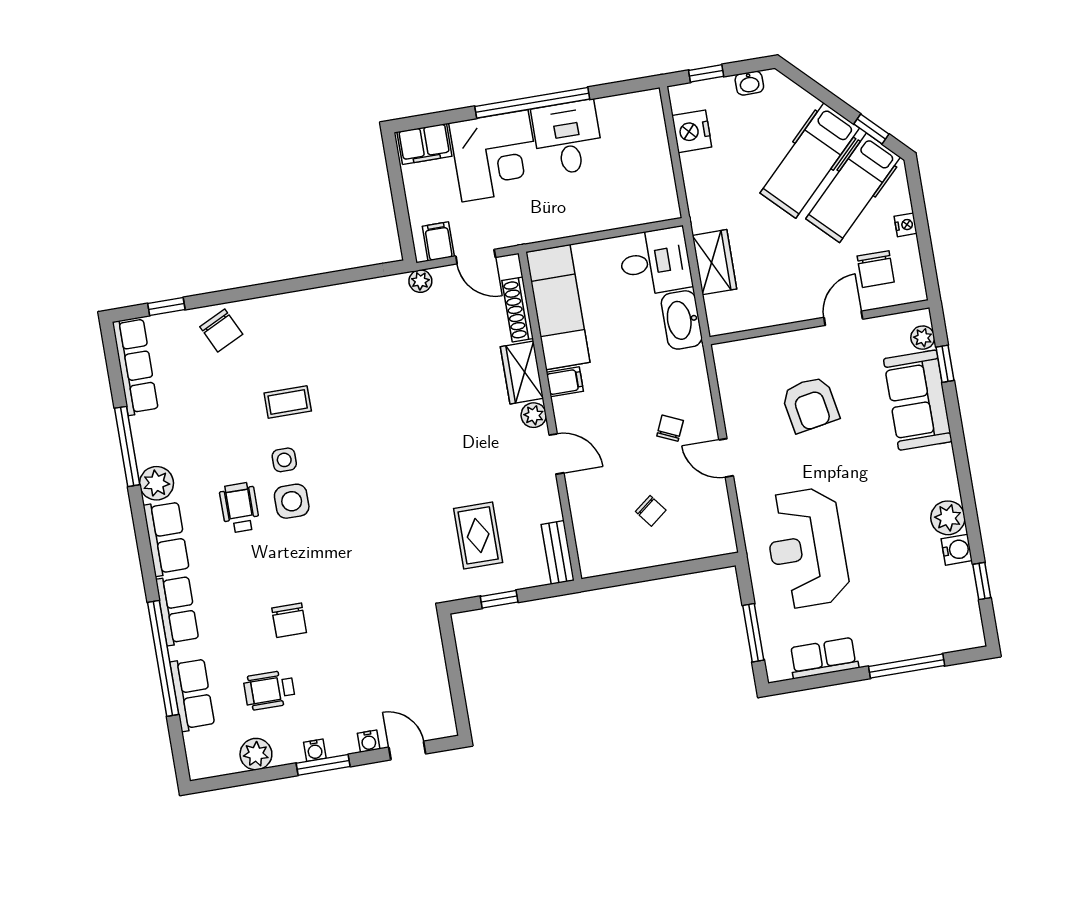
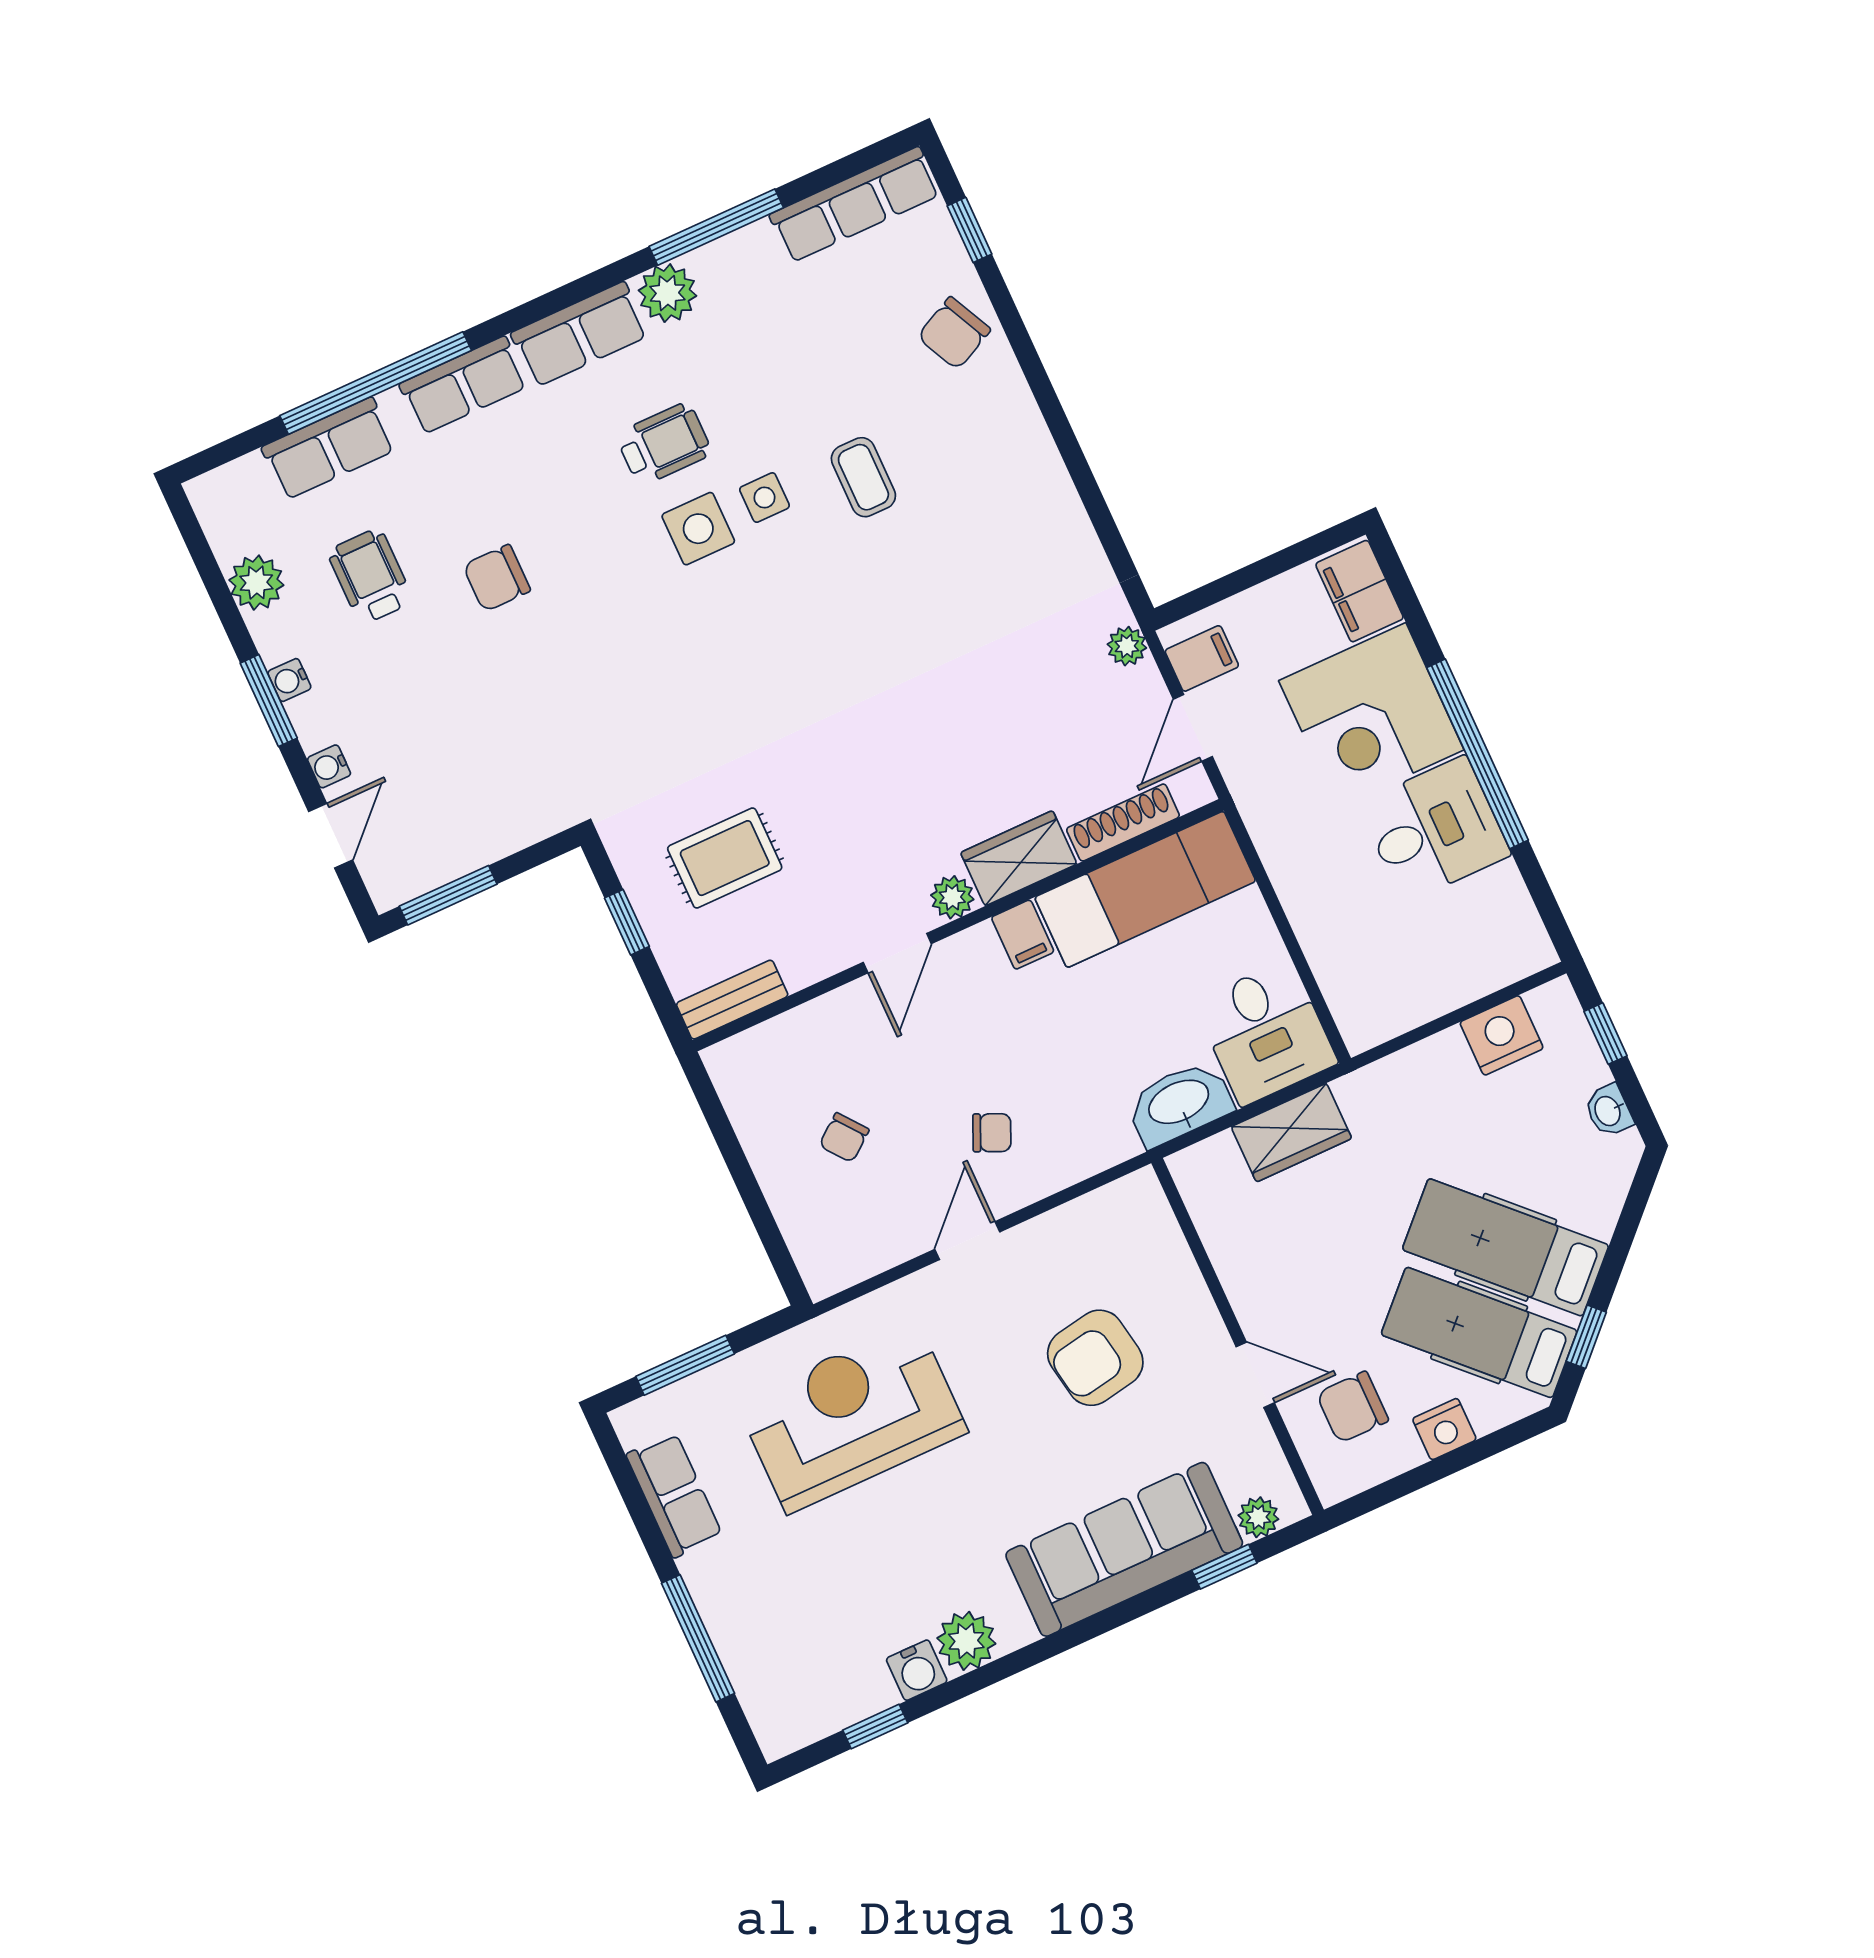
nightstand: (906, 225) -> (1444, 1429), width x1.39, depth x1.35
sofa: (918, 400) -> (1124, 1549), width x1.36
window: (458, 694) -> (448, 895), added

